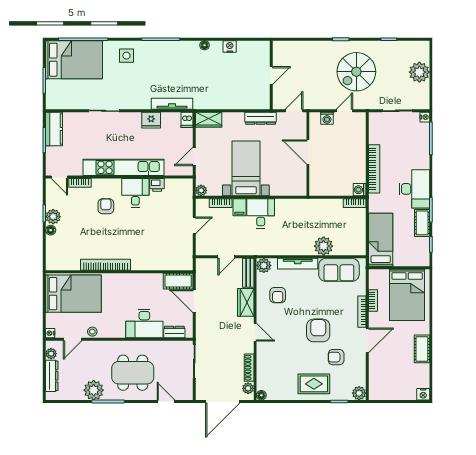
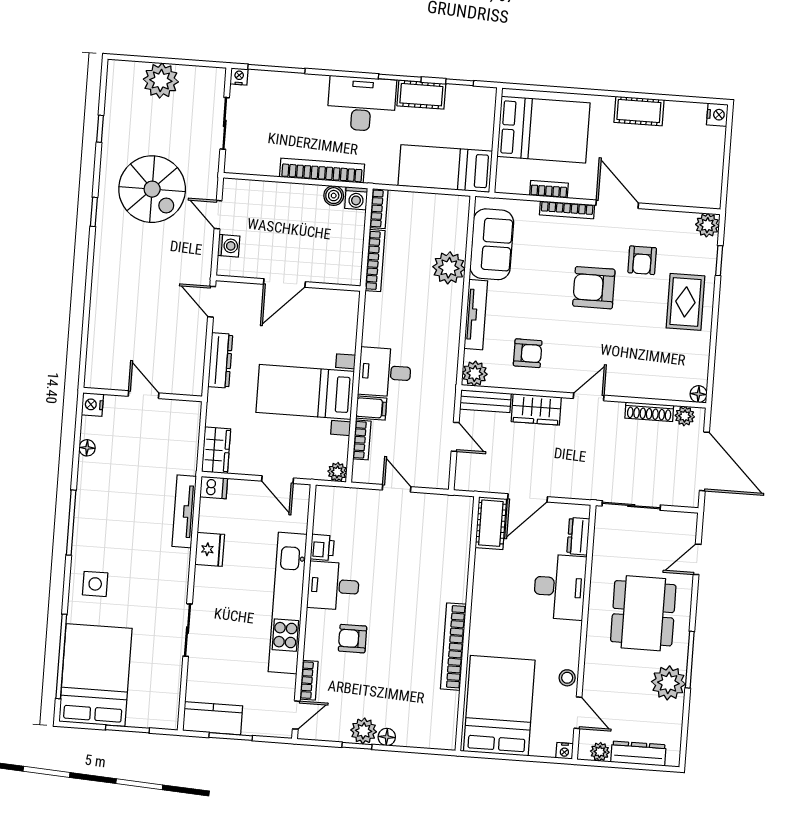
door: (271, 75) -> (144, 395), moved
wall: (271, 75) -> (143, 395), moved
boiler: (360, 177) -> (334, 196), added
bookcase: (325, 203) -> (375, 261), added

